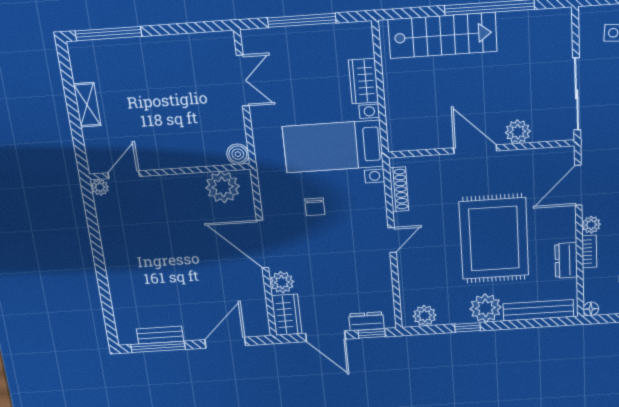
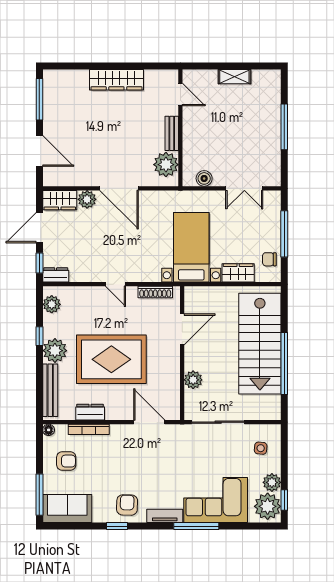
window: (108, 34) -> (284, 127), moved
stairs: (443, 35) -> (260, 344), width x1.36, depth x1.51
door: (475, 149) -> (182, 329), moved
boiler: (238, 154) -> (204, 178), moved
plant: (100, 187) -> (172, 76), removed
chair: (315, 207) -> (269, 259), moved
plant: (591, 225) -> (118, 431), removed
door: (262, 244) -> (119, 188), swing flipped
bookcase: (589, 251) -> (89, 429), width x1.56
wardrobe: (117, 257) -> (116, 80), added
dresser: (366, 321) -> (56, 275), moved, turned -90
bench: (160, 335) -> (172, 133), moved

